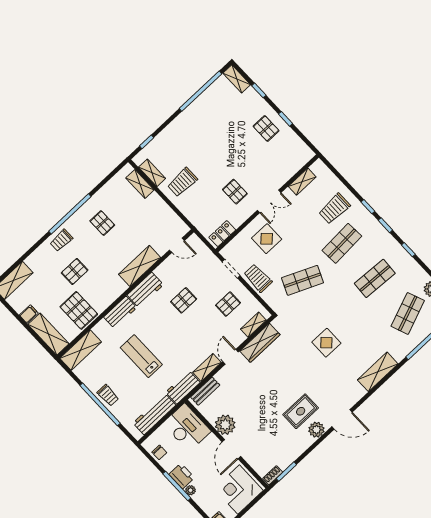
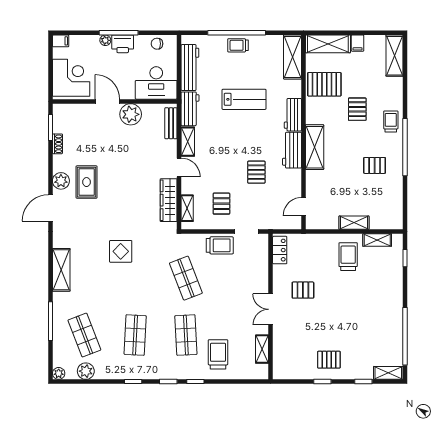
shelving: (140, 184) -> (354, 223), moved
display table: (267, 239) -> (244, 281), removed
shelving: (140, 266) -> (315, 147), moved
shop shelf: (303, 280) -> (186, 278), turned -45
shoe rack: (273, 475) -> (57, 144), moved

